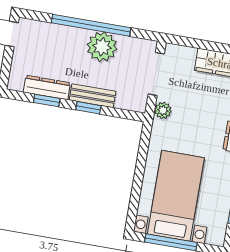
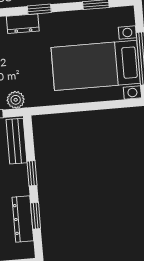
bench: (92, 96) -> (17, 141), moved

